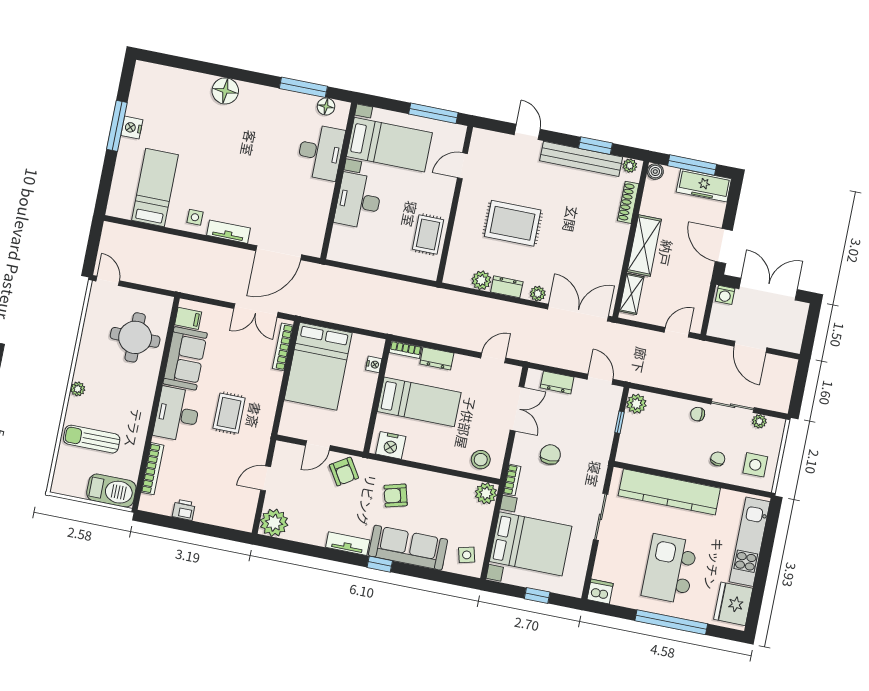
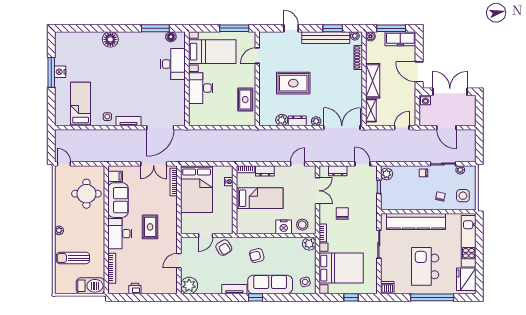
nightstand: (391, 445) -> (284, 227), moved

